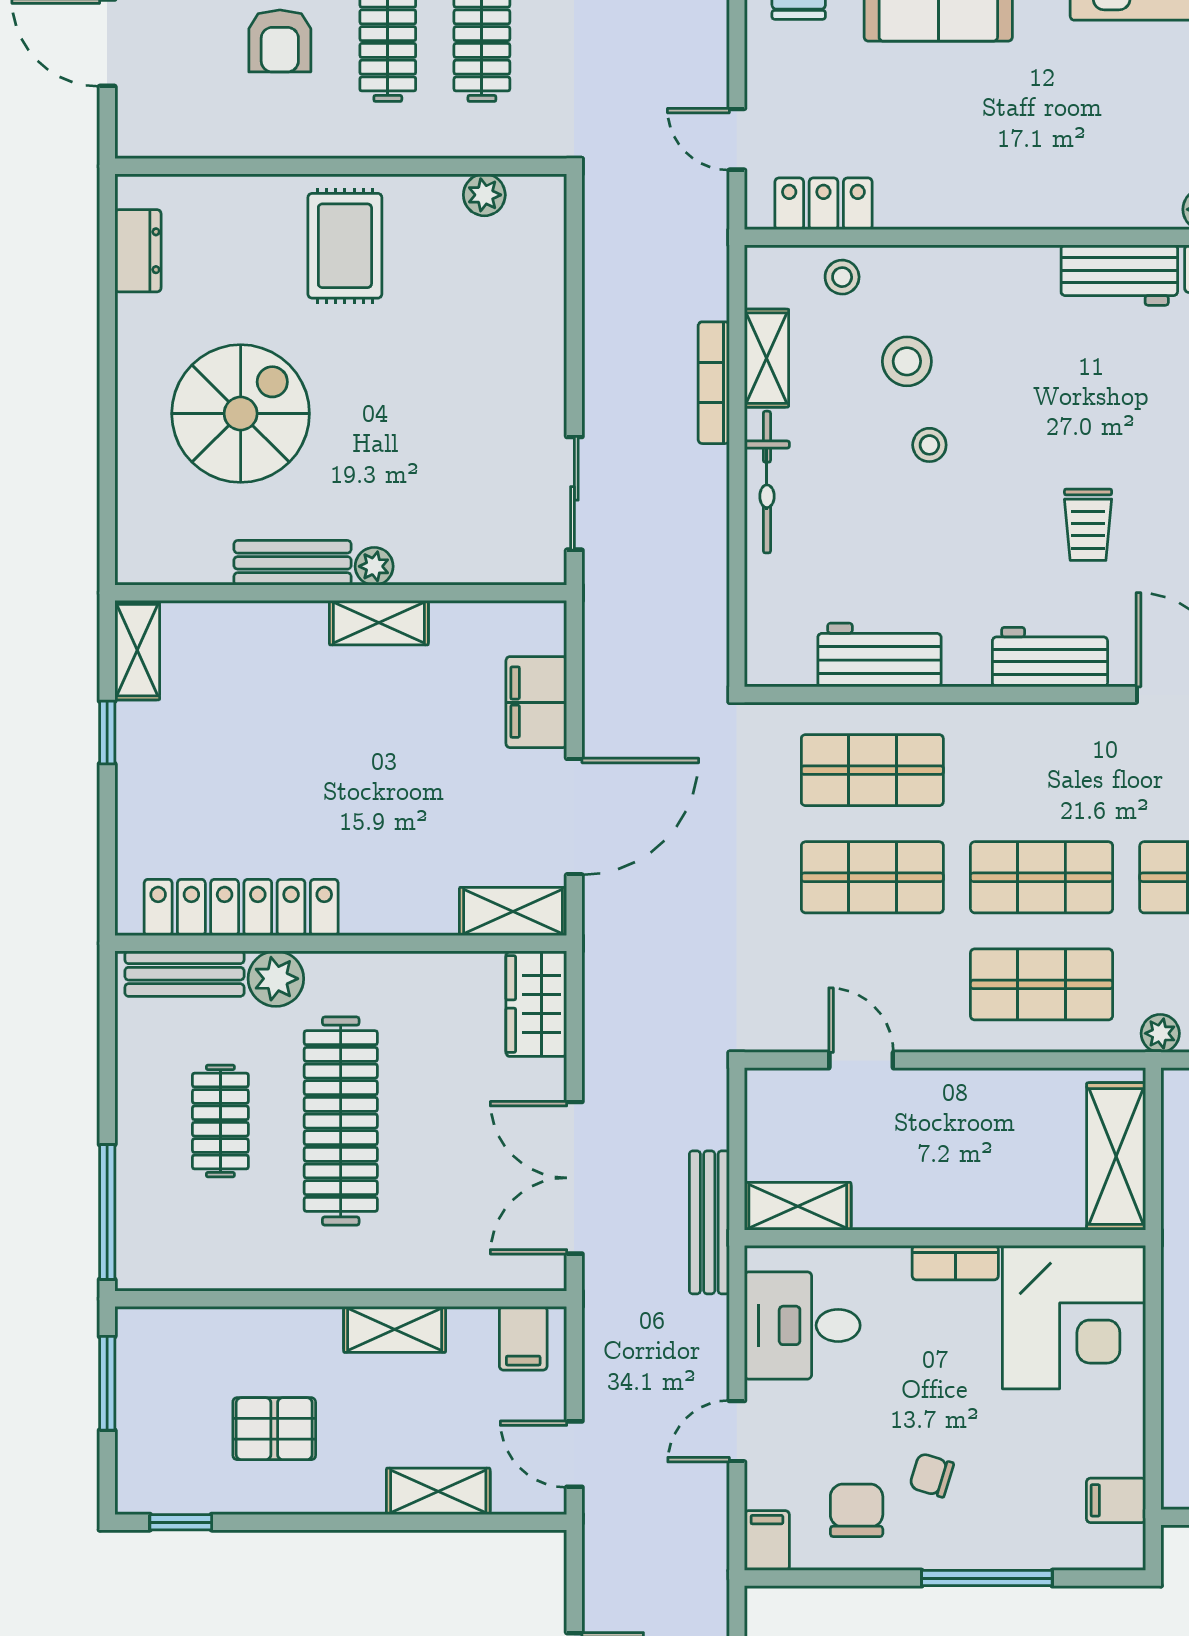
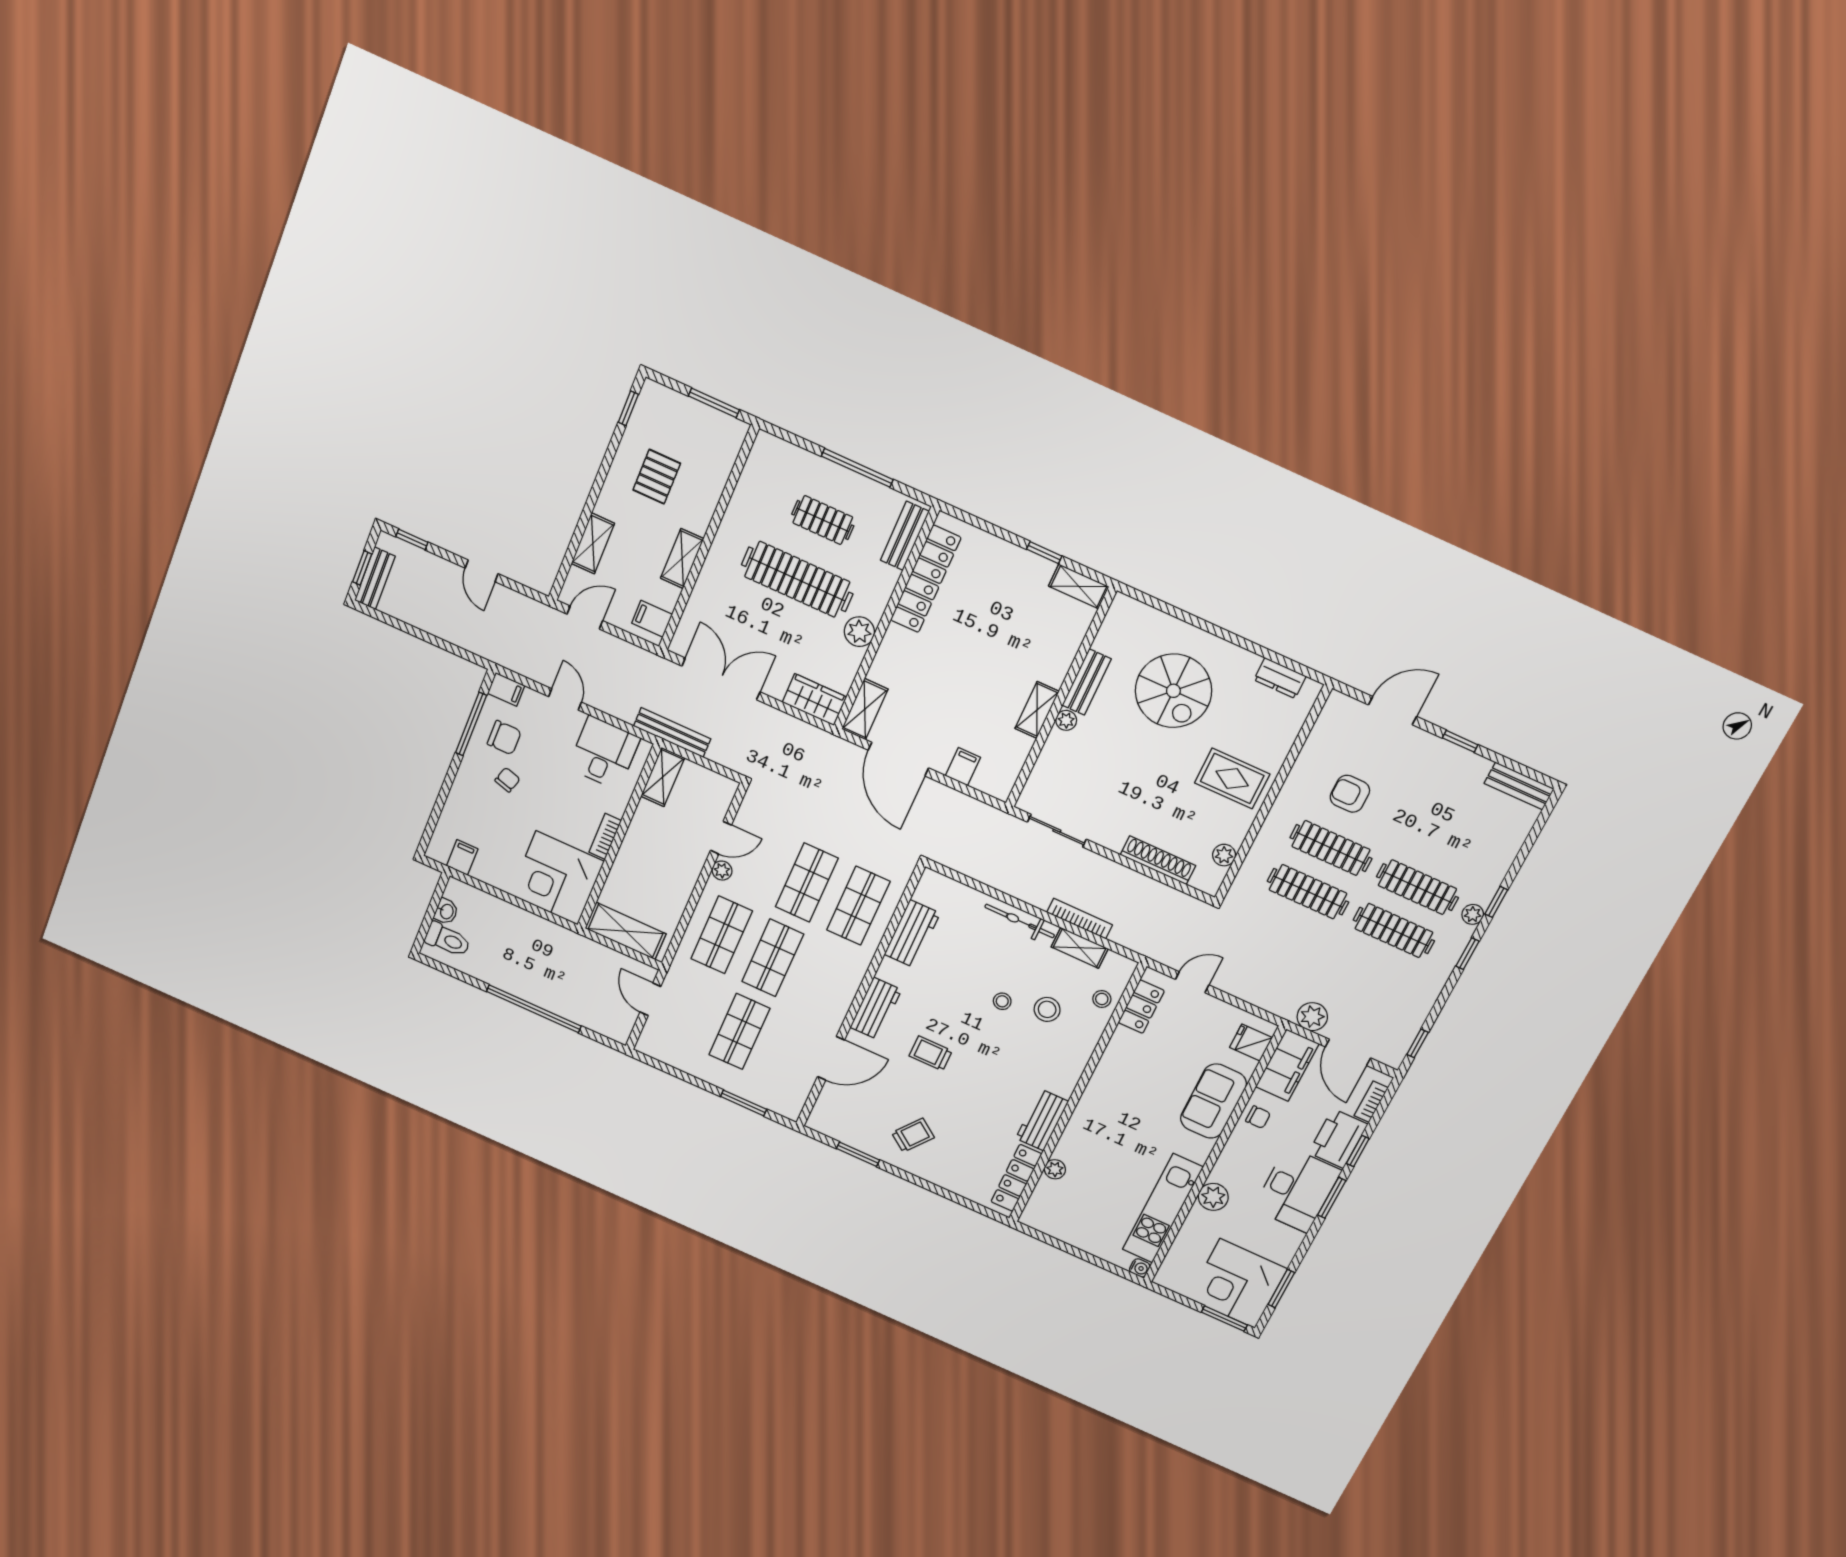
shoe rack: (546, 300) -> (1158, 860), added
filing cabinet: (536, 702) -> (963, 767), width x0.50
plant: (276, 979) -> (859, 632), moved
plant: (1160, 1033) -> (722, 871), moved
window: (107, 1212) -> (857, 468), moved
window: (987, 1578) -> (471, 724), moved

